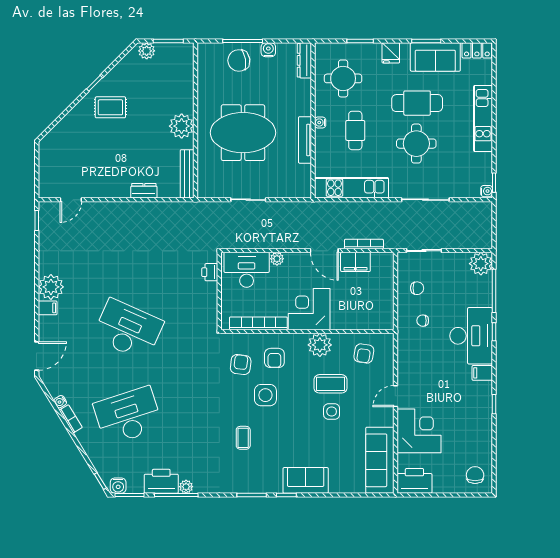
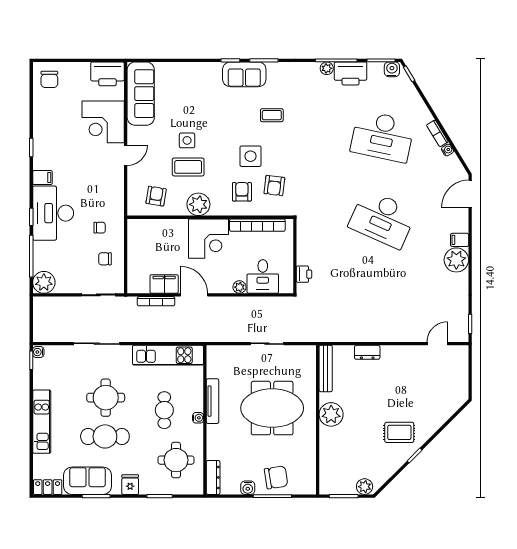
desk: (247, 270) -> (263, 276), width x0.73
desk: (128, 416) -> (382, 136), turned 30
coffee table: (243, 438) -> (272, 115), turned 90
sofa: (306, 480) -> (244, 74), moved

